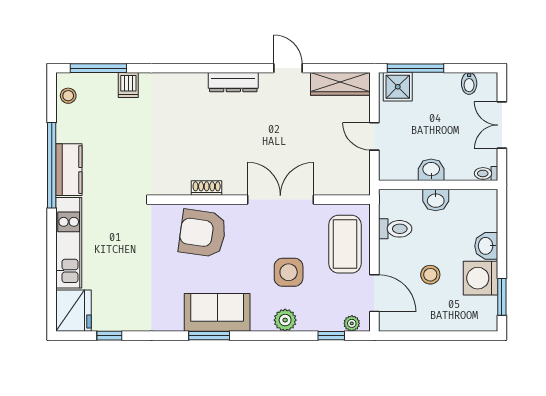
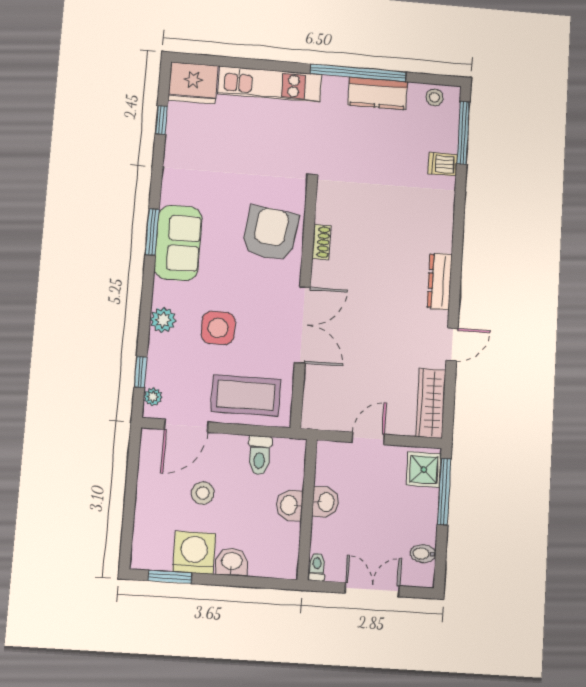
kitchen counter: (69, 170) -> (378, 93), moved

